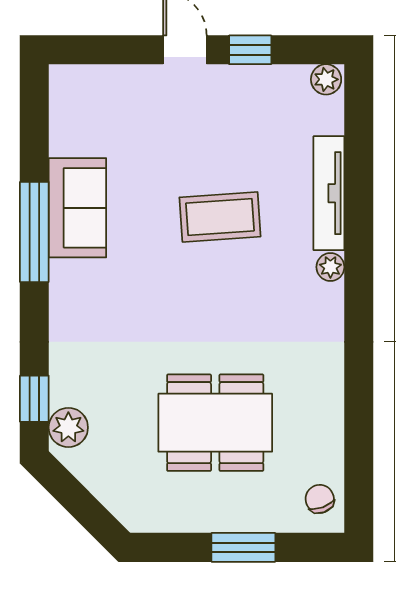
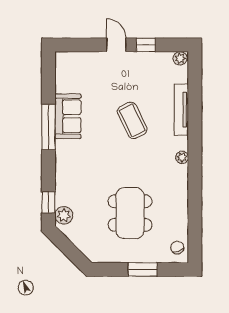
coffee table: (220, 217) -> (132, 120), turned 68
plant: (330, 267) -> (182, 157), moved
dining table: (215, 423) -> (130, 213), turned 90

